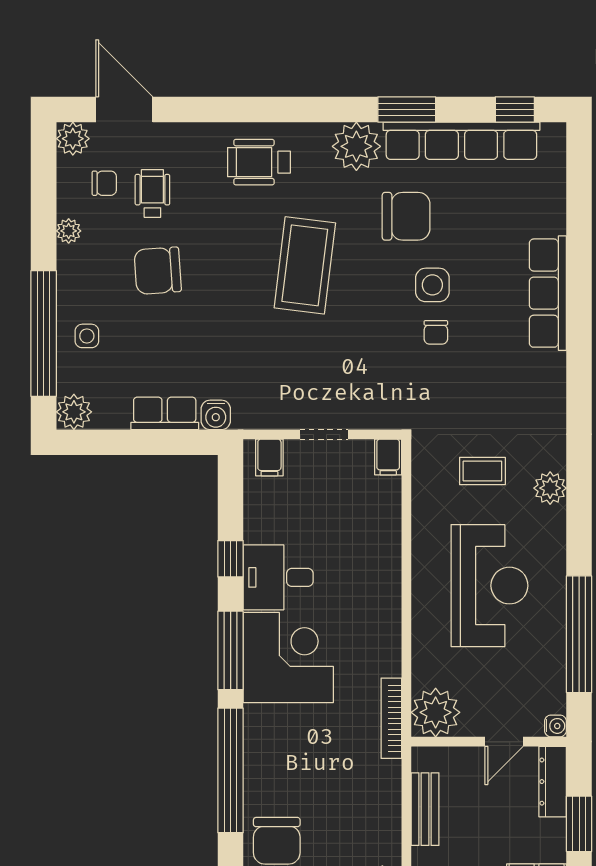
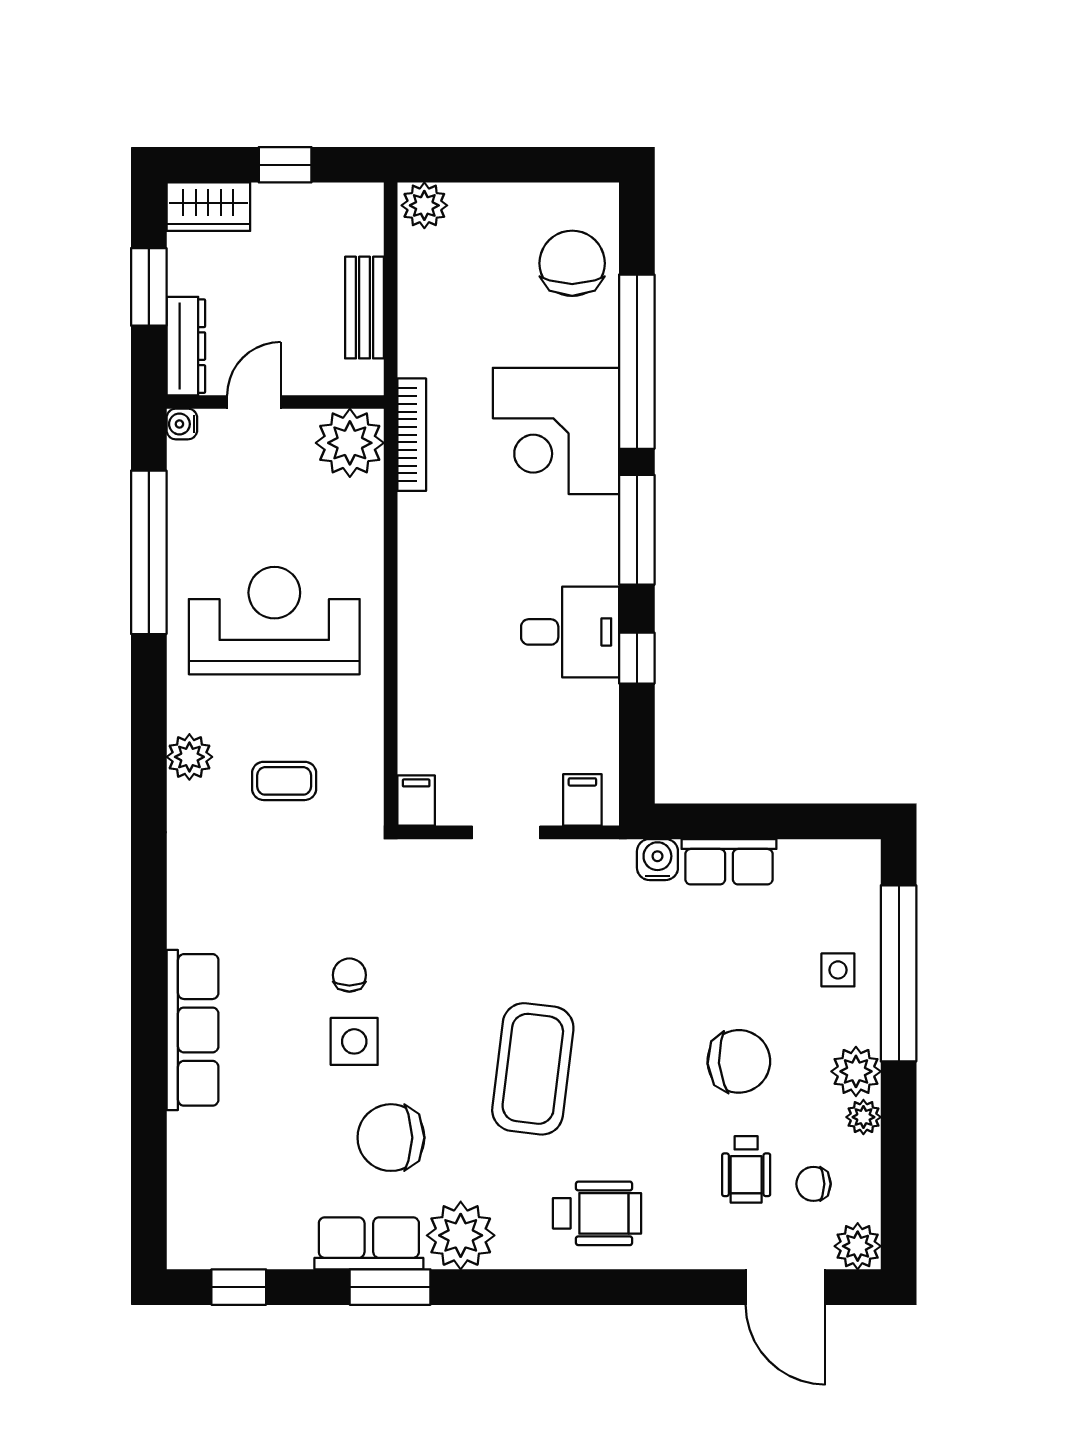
row of seats: (461, 141) -> (369, 1243), width x0.50
plant: (74, 412) -> (856, 1071), moved
reception desk: (489, 586) -> (274, 621), turned 90
corner desk: (288, 657) -> (556, 431), moved

